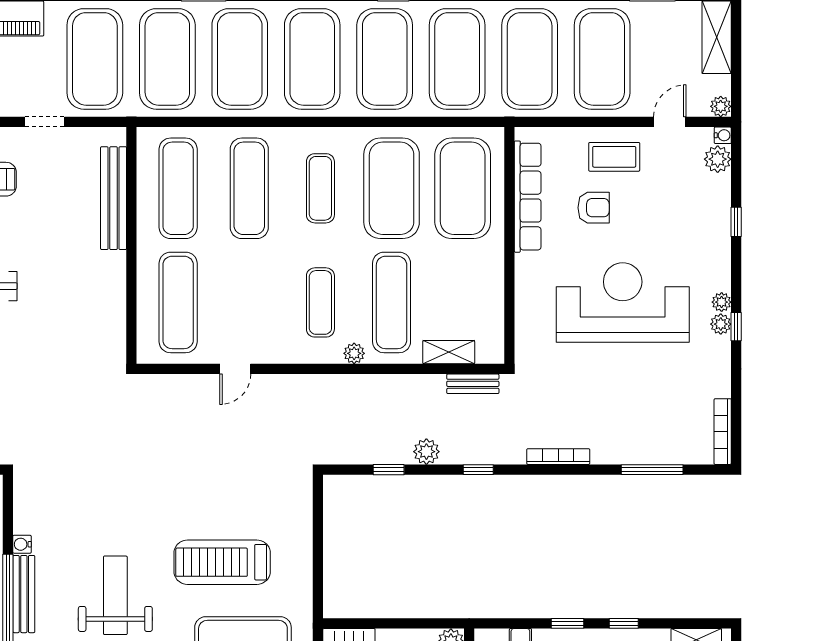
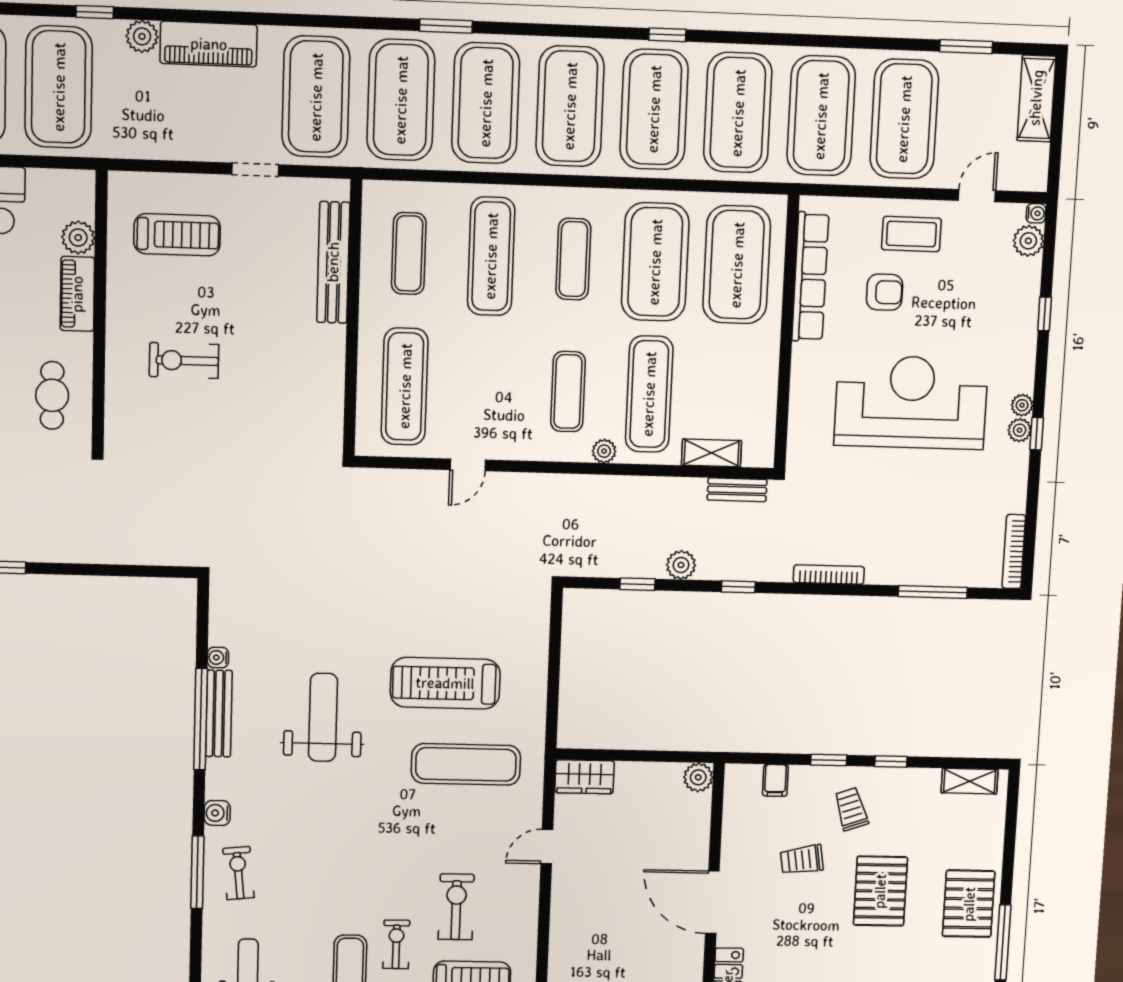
plant: (721, 106) -> (1036, 180), removed
exercise mat: (178, 188) -> (409, 253), width x0.73, depth x0.69

